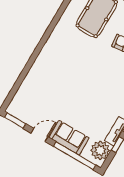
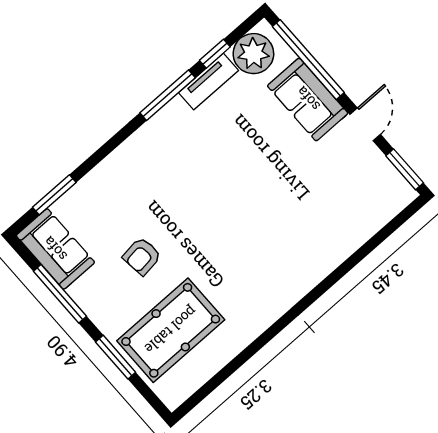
door: (40, 135) -> (365, 124), swing flipped

